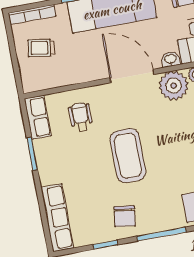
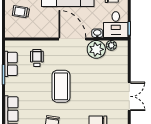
row of seats: (38, 117) -> (11, 64), moved

